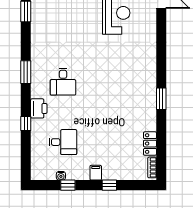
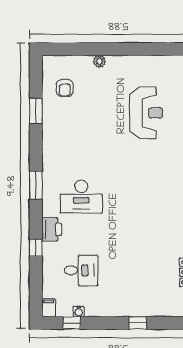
desk: (63, 82) -> (81, 197), width x1.37
filing cabinet: (96, 173) -> (49, 308), moved
window: (68, 185) -> (72, 323), moved

